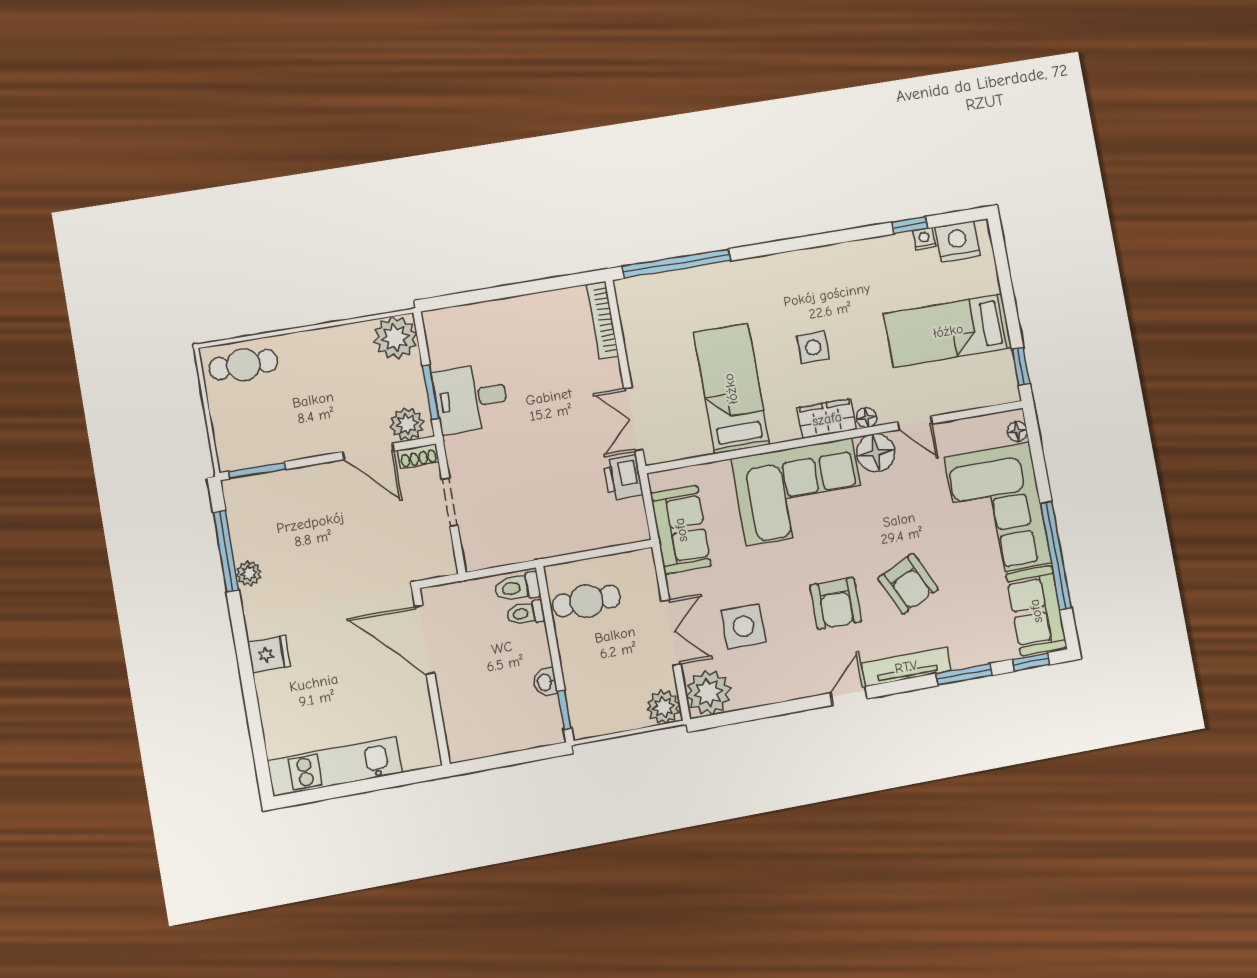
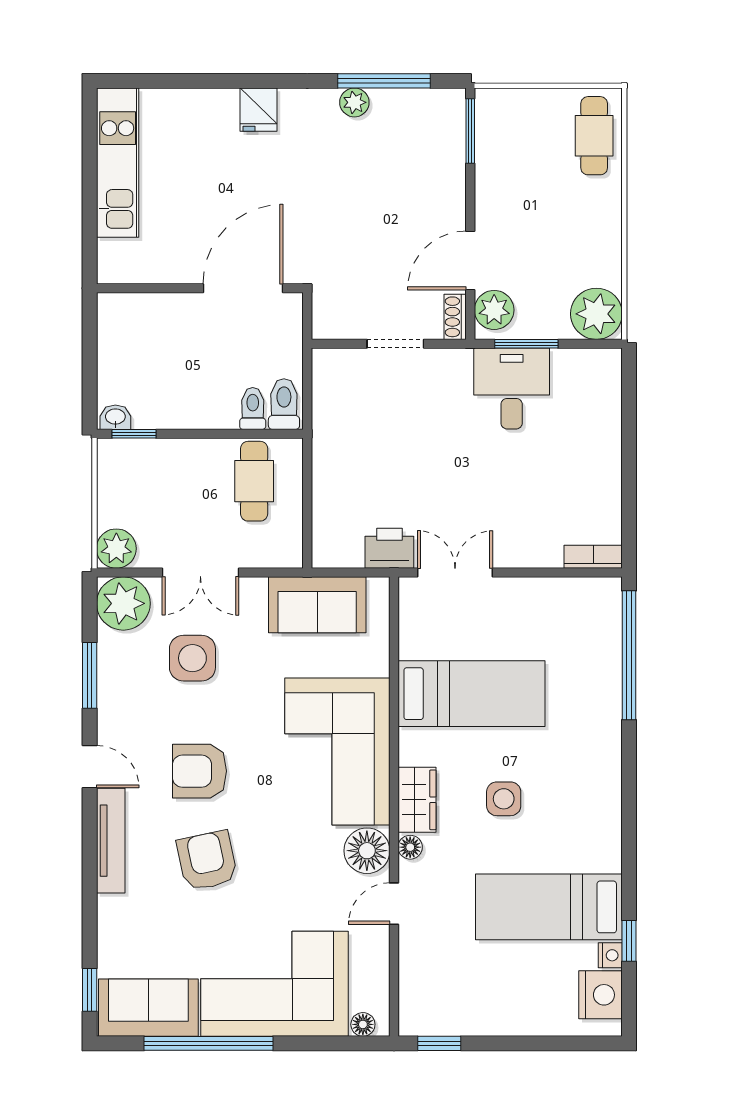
bookcase: (602, 320) -> (593, 557), width x0.64
bed: (948, 331) -> (549, 907), moved, turned -90
armchair: (908, 584) -> (207, 861), turned 103
window: (964, 675) -> (90, 675), moved
washbasin: (545, 682) -> (115, 417), moved

